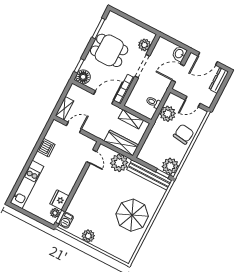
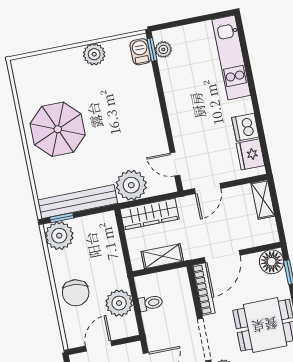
door: (74, 127) -> (208, 188), moved
fridge: (59, 200) -> (250, 154), moved, turned 180

